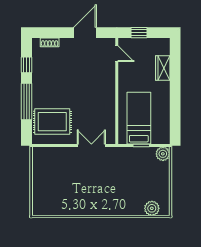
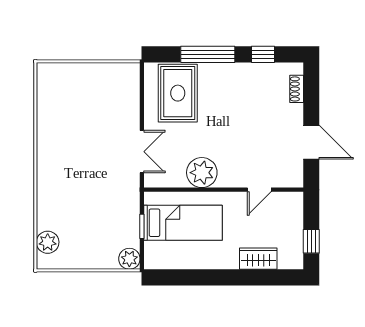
window: (139, 33) -> (311, 241), moved
door: (117, 54) -> (259, 190), moved
plant: (105, 106) -> (202, 173), added

